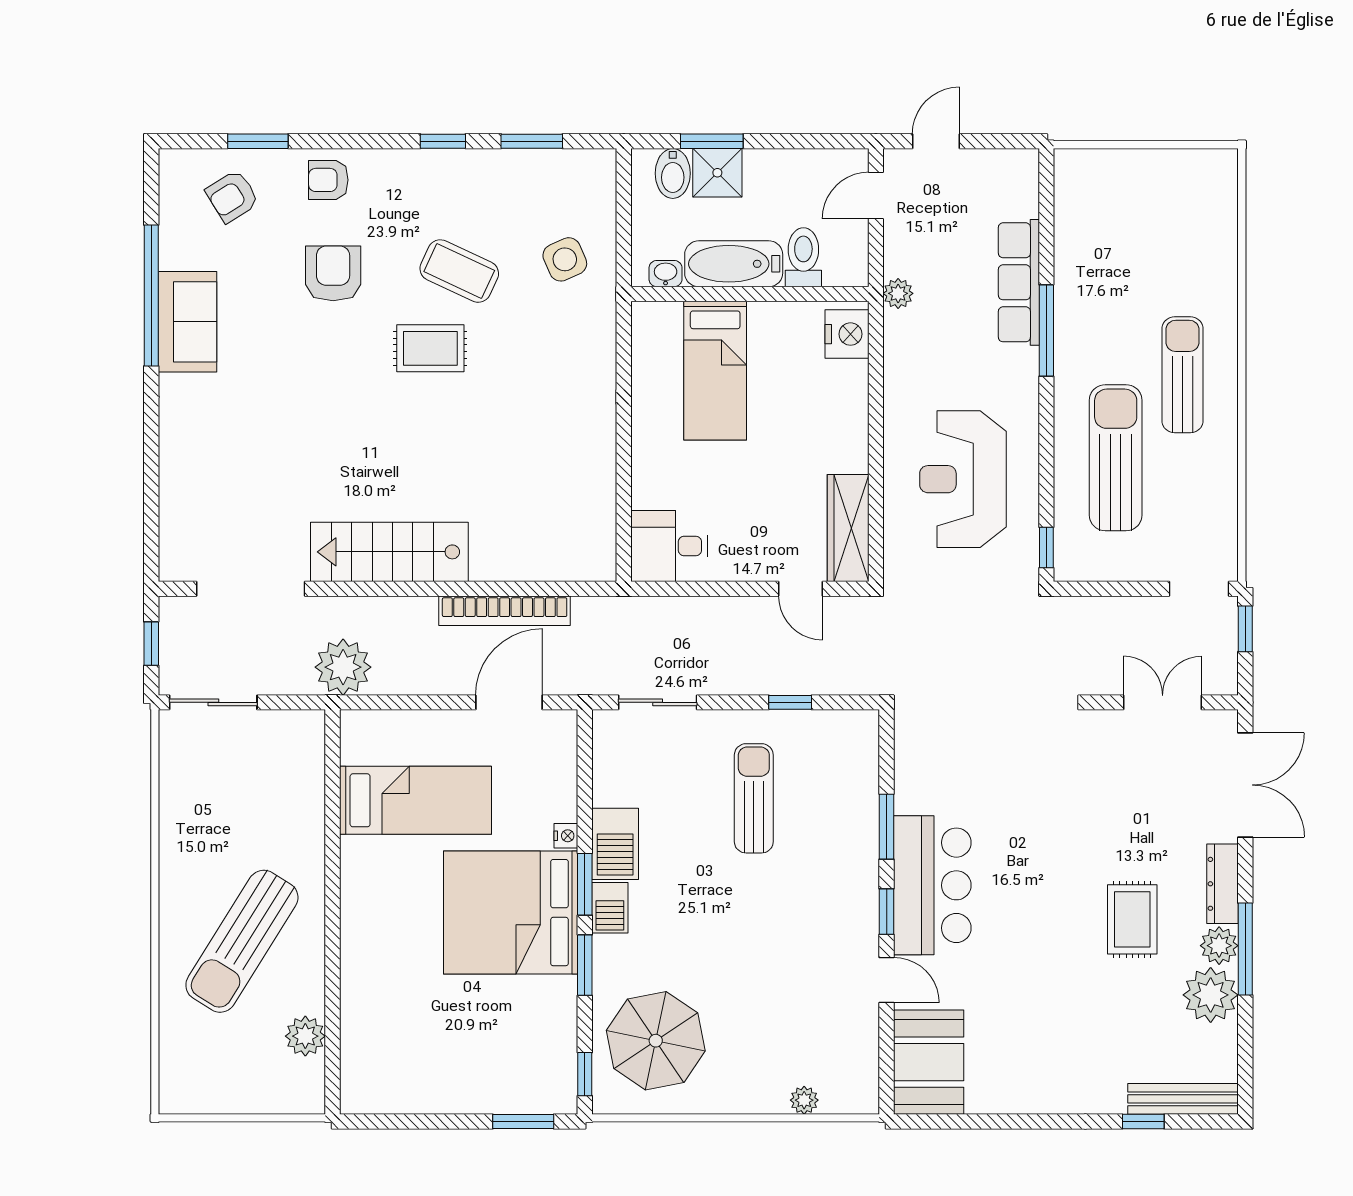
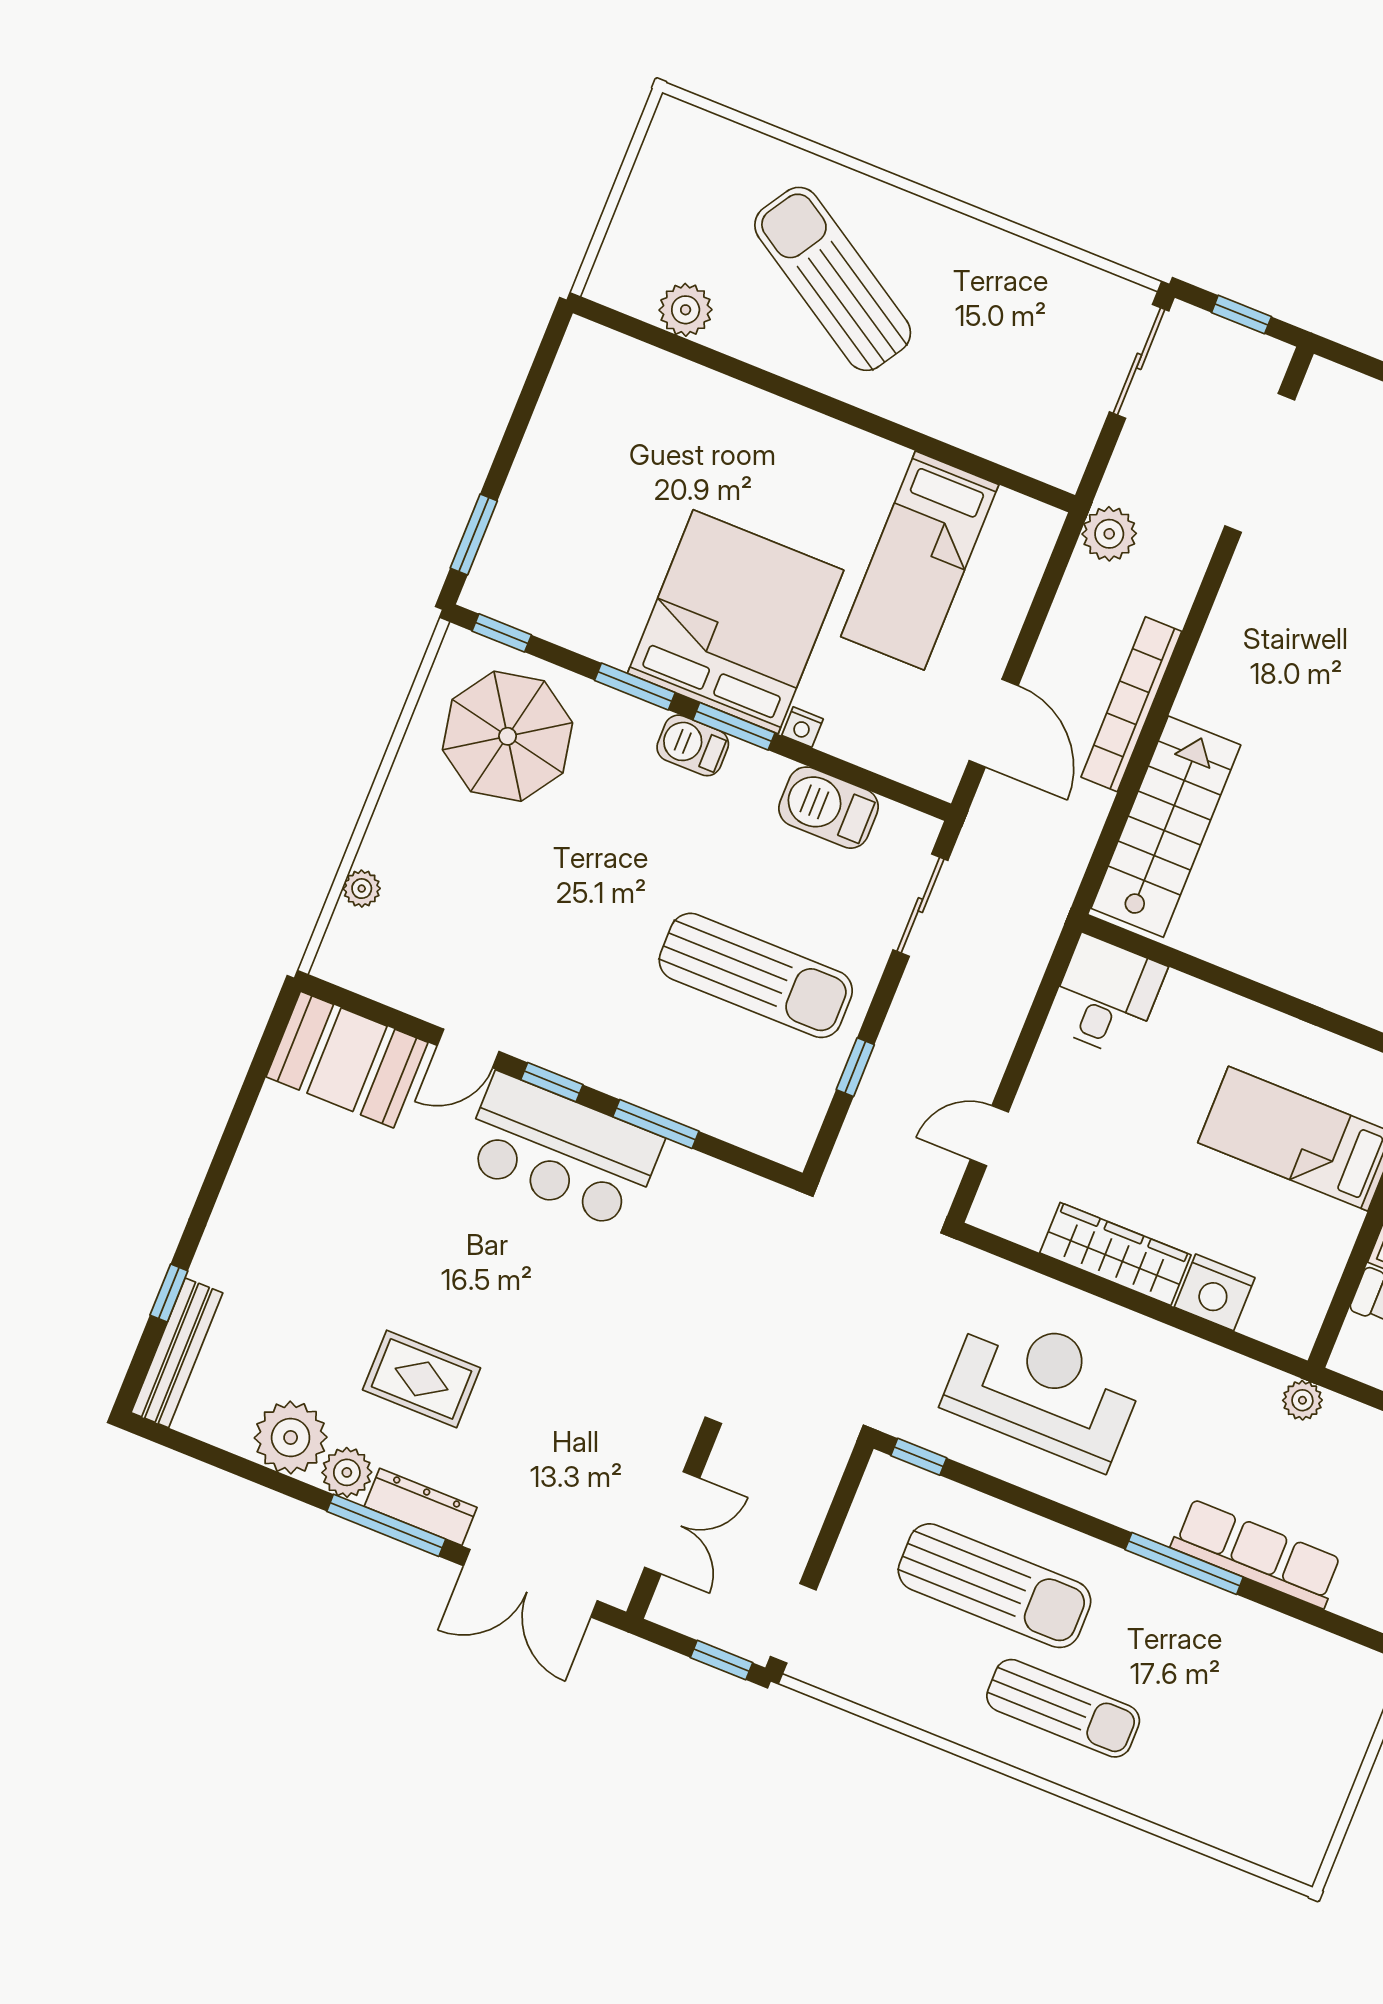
nightstand: (847, 334) -> (1215, 1292), moved
wardrobe: (848, 528) -> (1115, 1254), moved
stairs: (389, 552) -> (1166, 827), moved
bookcase: (505, 611) -> (1131, 704), moved
plant: (343, 667) -> (1109, 534), width x0.73, depth x0.73
sun lounger: (754, 798) -> (756, 975), width x1.36, depth x1.34
barbecue: (615, 844) -> (828, 808), moved
window: (1245, 949) -> (386, 1525), moved

